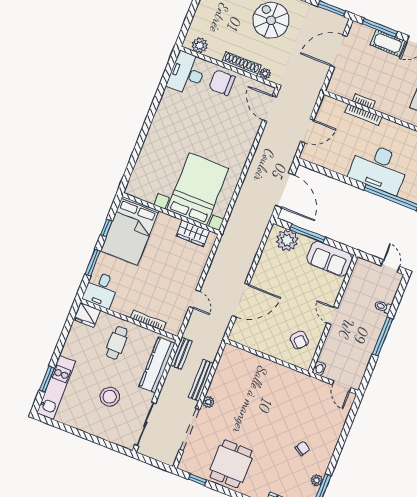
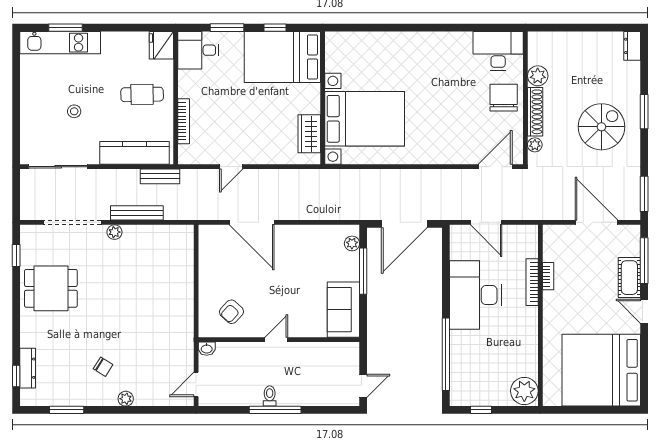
plant: (200, 45) -> (538, 76), moved
desk: (379, 168) -> (475, 295), moved
plant: (287, 240) -> (352, 243), width x0.53, depth x0.53
toilet: (383, 307) -> (270, 396), moved
stool: (110, 397) -> (74, 111), width x0.53, depth x0.53
plant: (317, 480) -> (126, 399), moved

